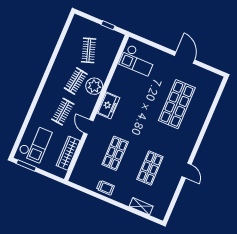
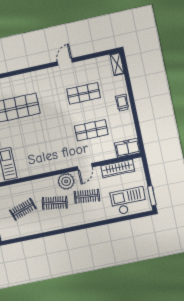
plant: (94, 86) -> (66, 181), moved
freezer: (108, 105) -> (128, 148), moved
trolley: (105, 188) -> (122, 103), moved
shelving: (141, 206) -> (117, 64), moved

